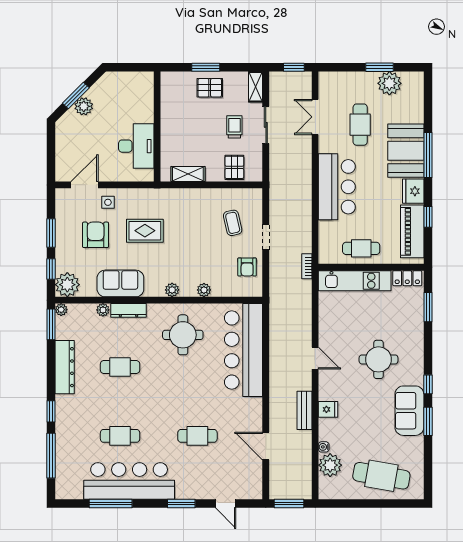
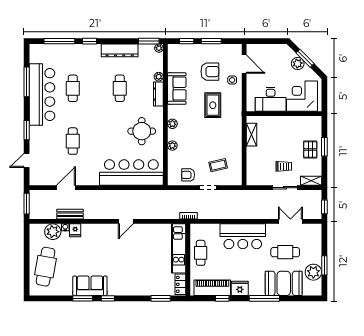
corner desk: (131, 100) -> (302, 96), added
booth: (406, 151) -> (284, 283), moved
pallet: (234, 167) -> (256, 166), removed
plant: (67, 285) -> (176, 52), removed
round table: (379, 359) -> (125, 265), removed
fridge: (328, 409) -> (75, 230), moved
bench: (304, 410) -> (70, 214), moved

